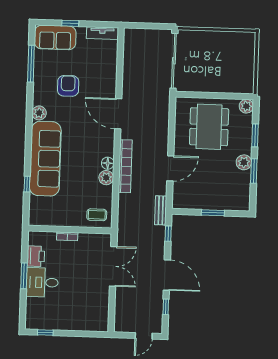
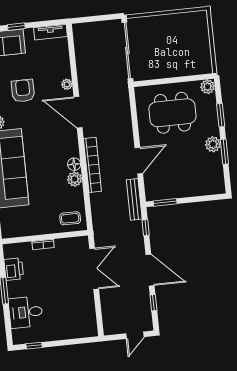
plant: (111, 85) -> (67, 84), added
dining table: (209, 127) -> (172, 113), turned 90
bench: (161, 210) -> (134, 199), width x1.36
window: (213, 213) -> (165, 202), moved
desk: (42, 282) -> (26, 312), moved

